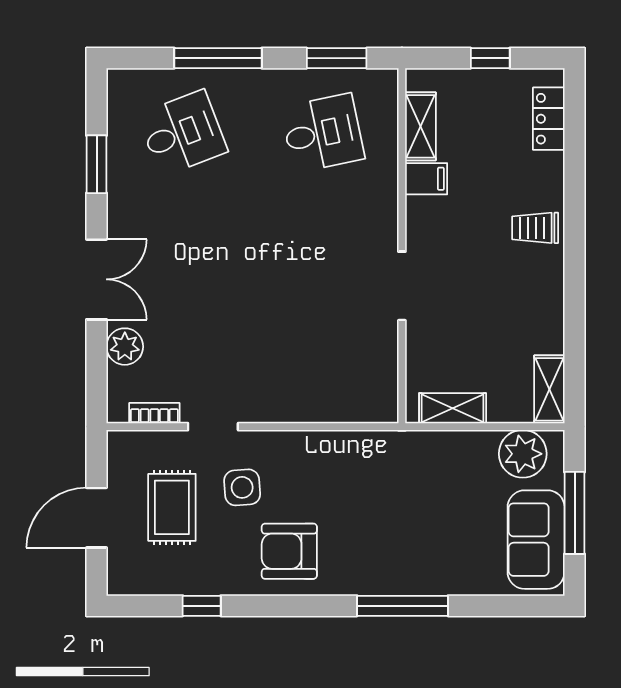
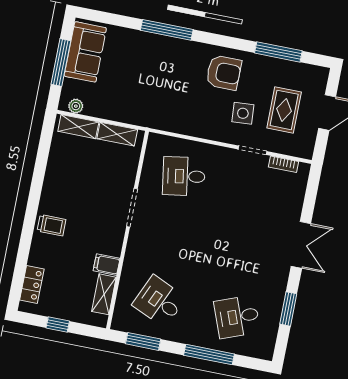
desk: (323, 133) -> (159, 301), turned 36
double door: (97, 279) -> (301, 245), swing flipped
plant: (125, 347) -> (293, 204), removed
desk: (323, 358) -> (184, 176), added
shelving: (549, 389) -> (78, 127), moved, turned 90
plant: (523, 454) -> (76, 106), width x0.53, depth x0.53
window: (202, 606) -> (278, 52), width x2.17

